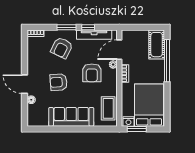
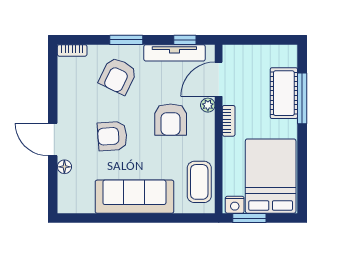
window: (88, 27) -> (185, 40), moved
cot: (157, 45) -> (284, 93), moved
window: (167, 61) -> (302, 98), width x0.68

